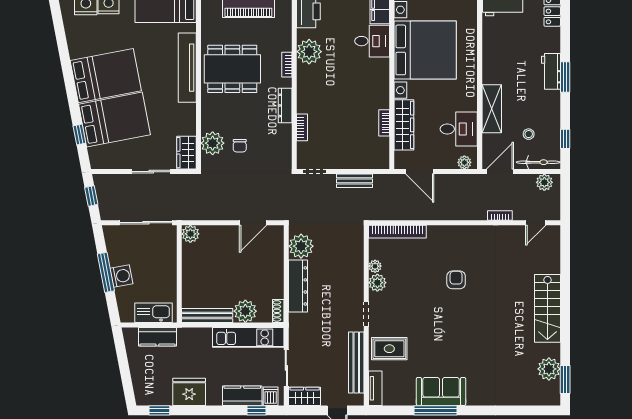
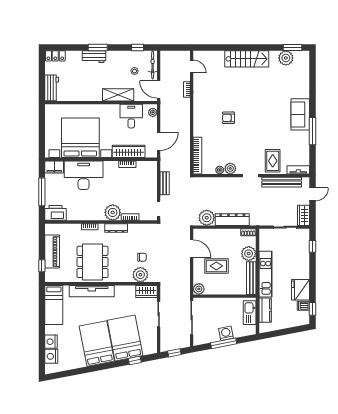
desk: (372, 41) -> (84, 175), width x1.87, depth x1.30
plant: (309, 52) -> (113, 212), moved
plant: (544, 182) -> (166, 61), removed
rug: (226, 261) -> (216, 266), added
kitchen unit: (248, 337) -> (265, 274), moved
sofa: (441, 391) -> (300, 114), moved
kitchen counter: (242, 396) -> (303, 256), removed
dishwasher: (271, 396) -> (303, 306), moved

